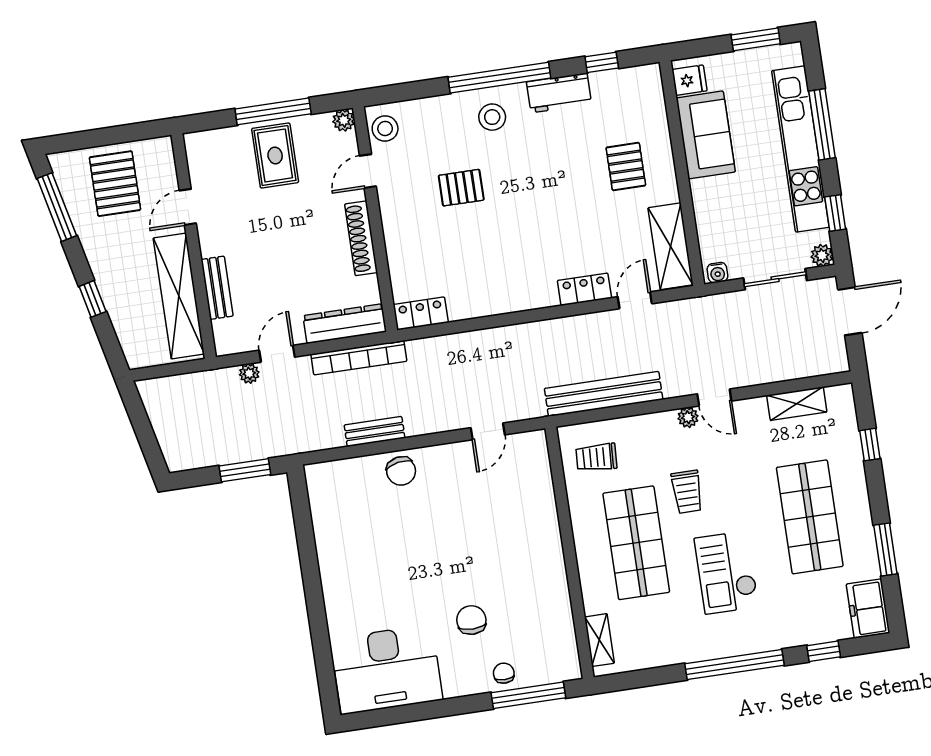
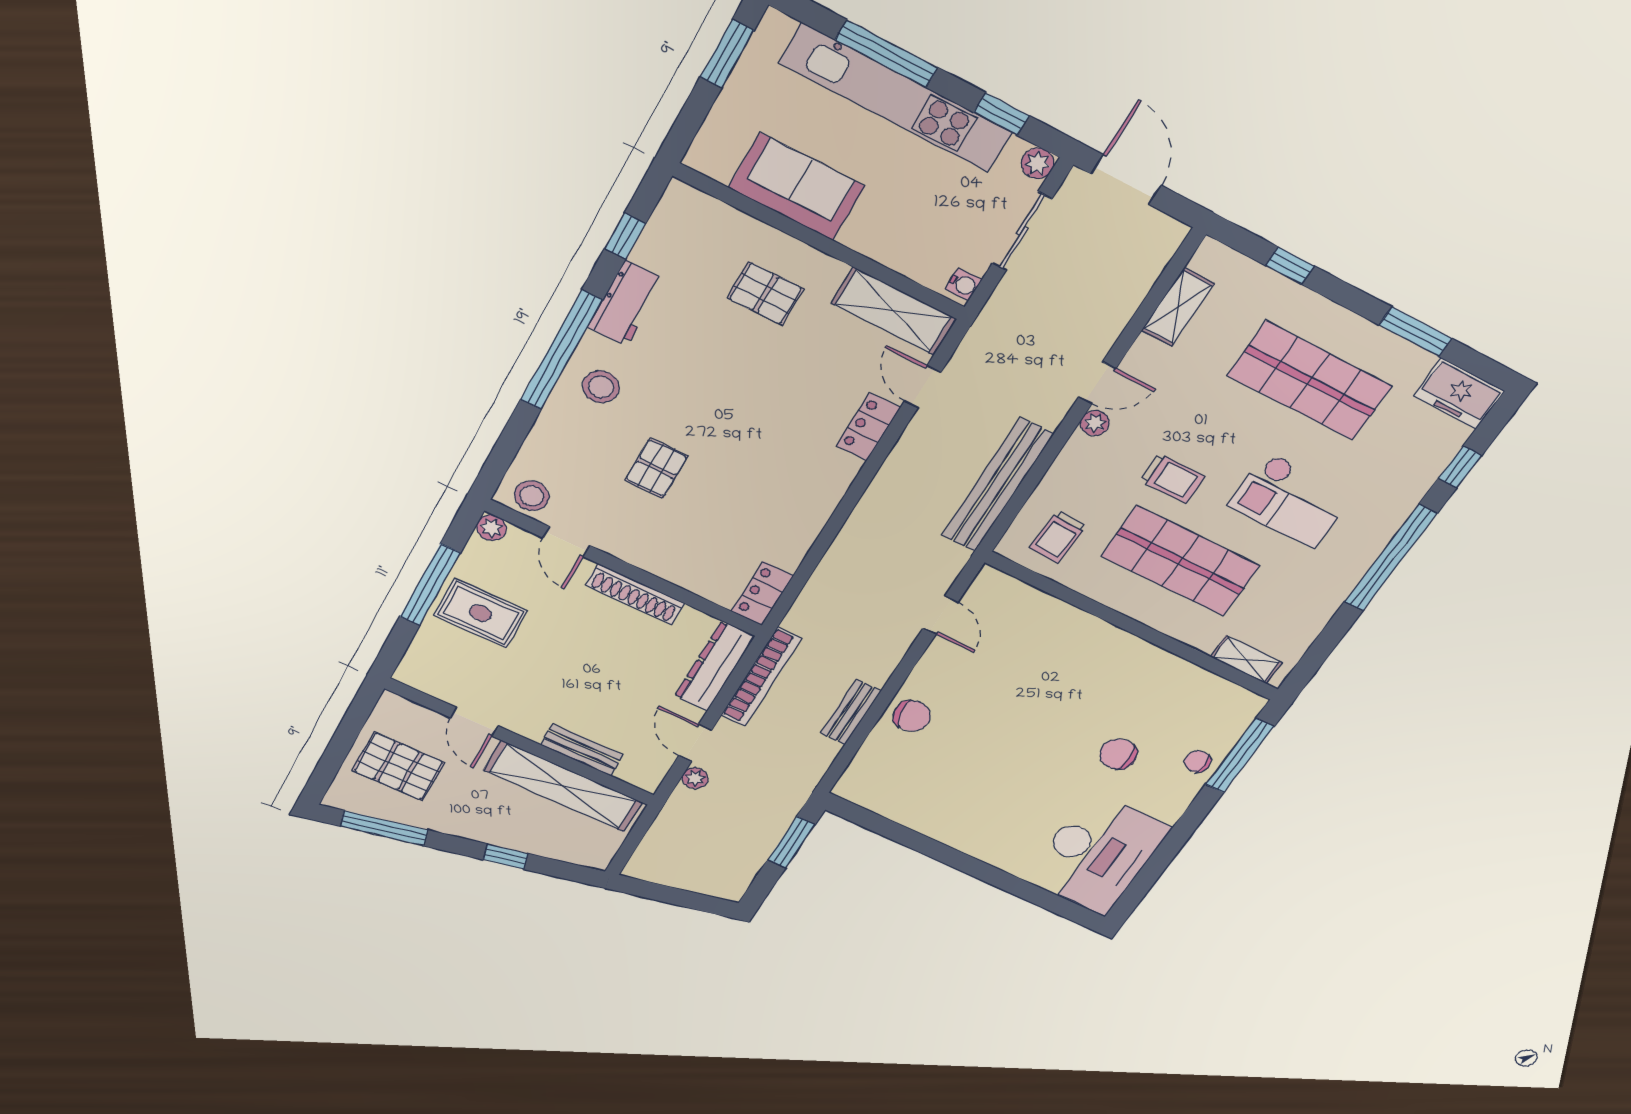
fridge: (689, 80) -> (719, 159), removed

